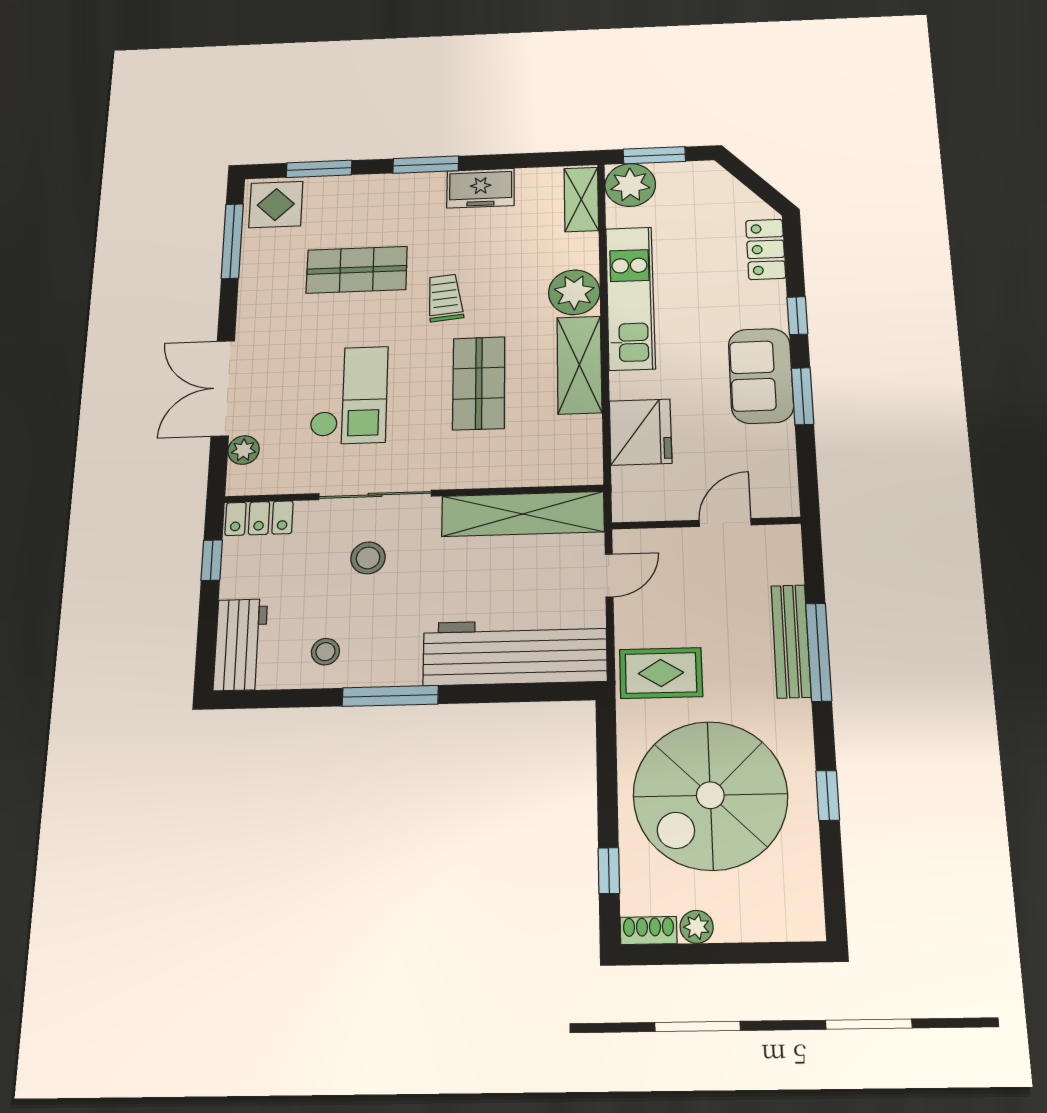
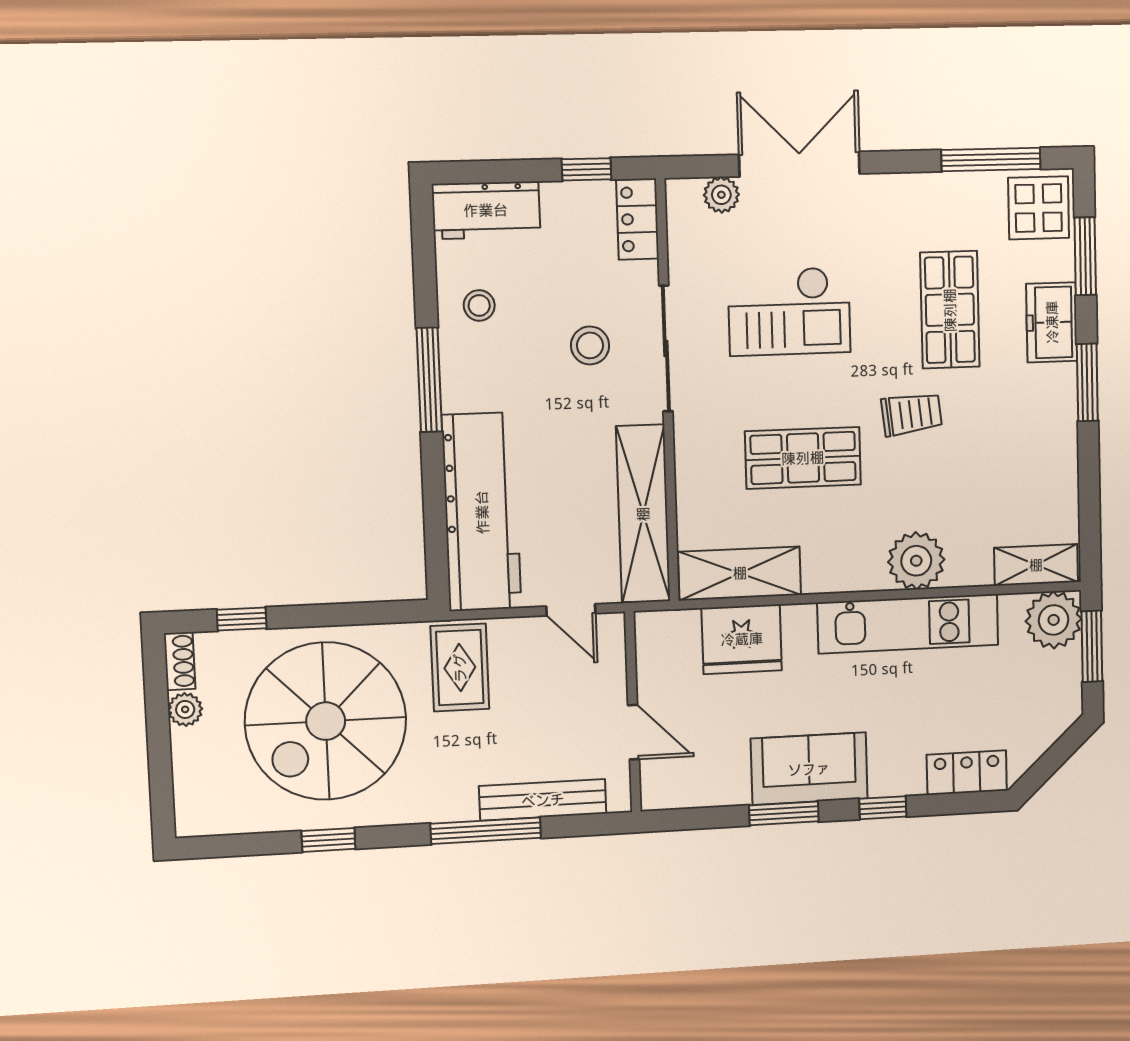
freezer: (481, 188) -> (1052, 322), moved
shelving: (579, 365) -> (740, 573), moved
bench: (791, 641) -> (543, 800), moved
spiral stairs: (710, 795) -> (326, 721), turned -90

